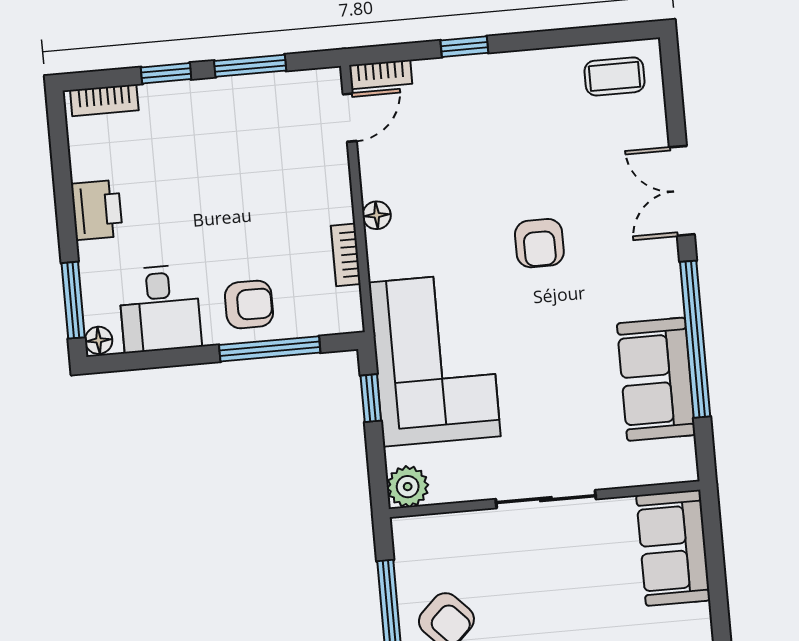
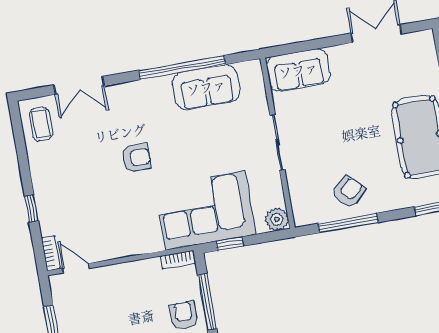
double door: (682, 191) -> (79, 85), moved
floor lamp: (377, 215) -> (129, 249), removed
bookcase: (346, 255) -> (178, 260), moved

